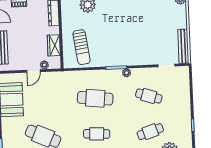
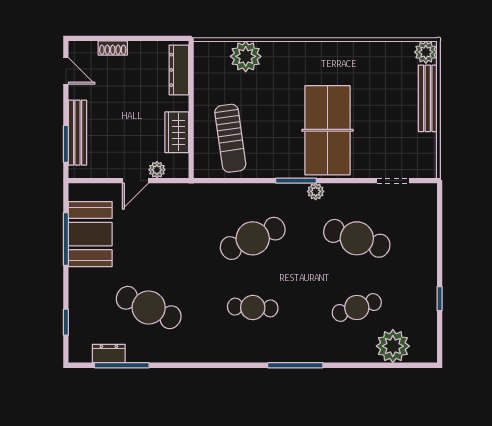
table tennis table: (131, 41) -> (327, 130), added
bench: (183, 46) -> (428, 98), moved
cafe table: (149, 96) -> (357, 238), width x1.37, depth x1.35
cafe table: (95, 98) -> (253, 238), turned -30

